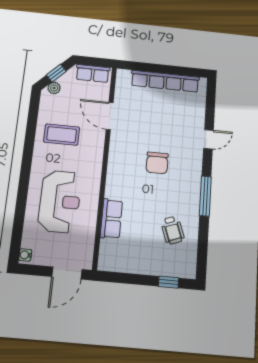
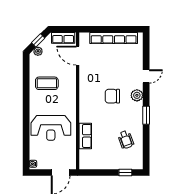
door: (110, 116) -> (78, 56), moved
chair: (157, 163) -> (112, 96), turned 90
plant: (193, 165) -> (137, 95), added
window: (205, 196) -> (146, 115), width x0.69
reception desk: (60, 201) -> (51, 128), turned 90

